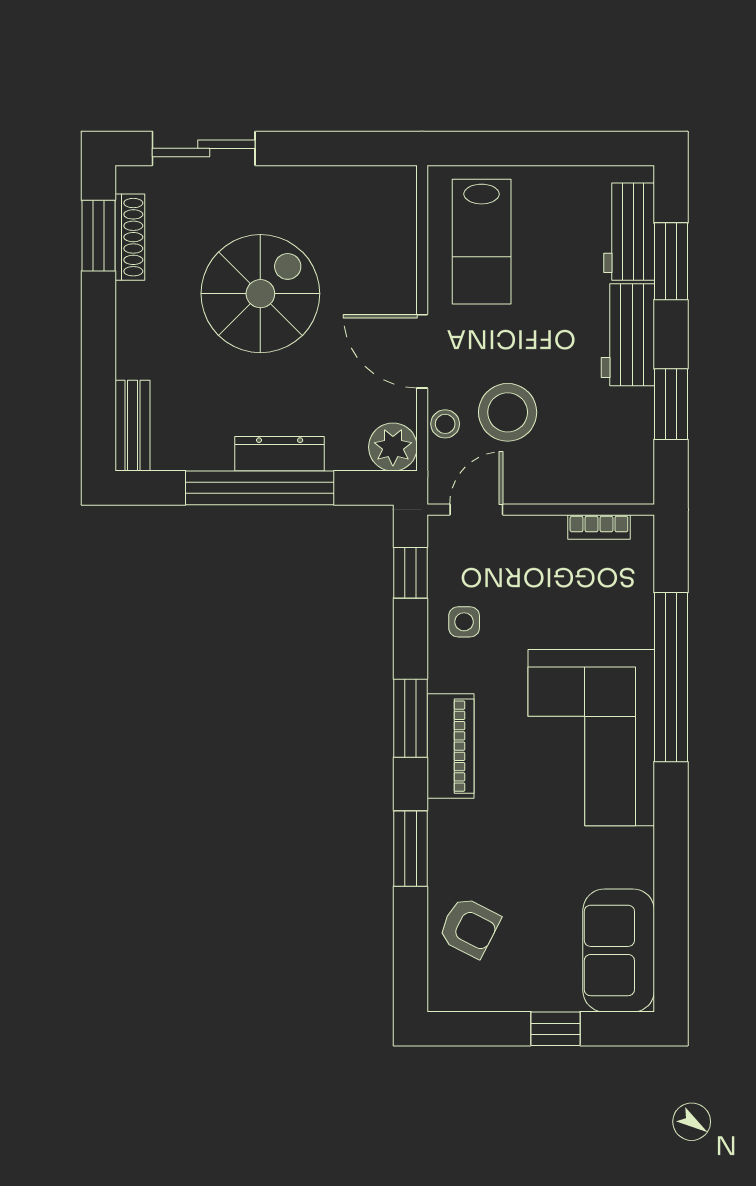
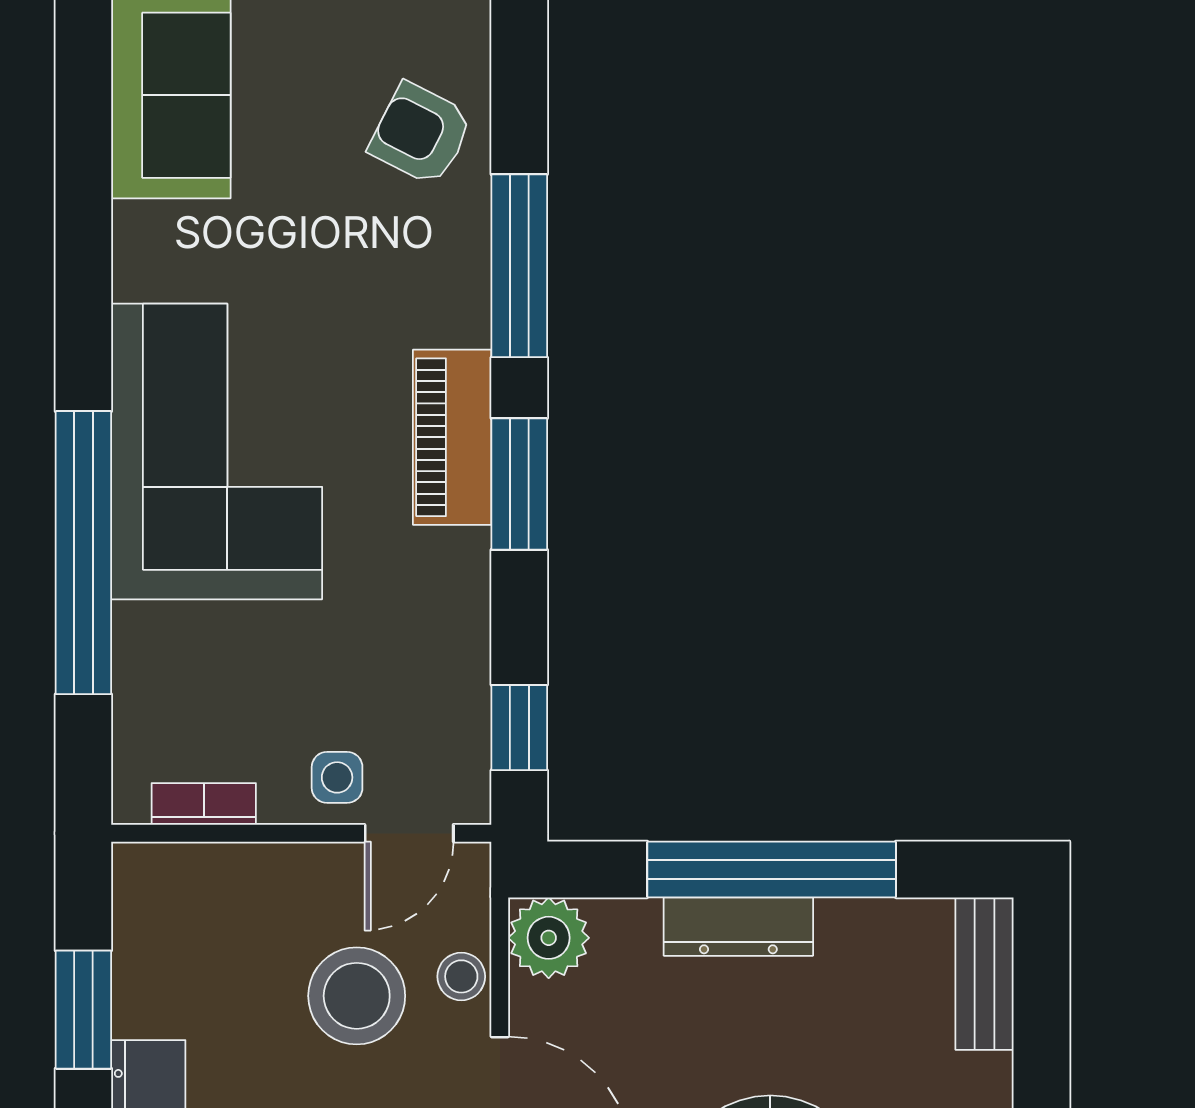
side table: (464, 622) -> (337, 777), moved
window: (410, 849) -> (519, 266), width x1.44

